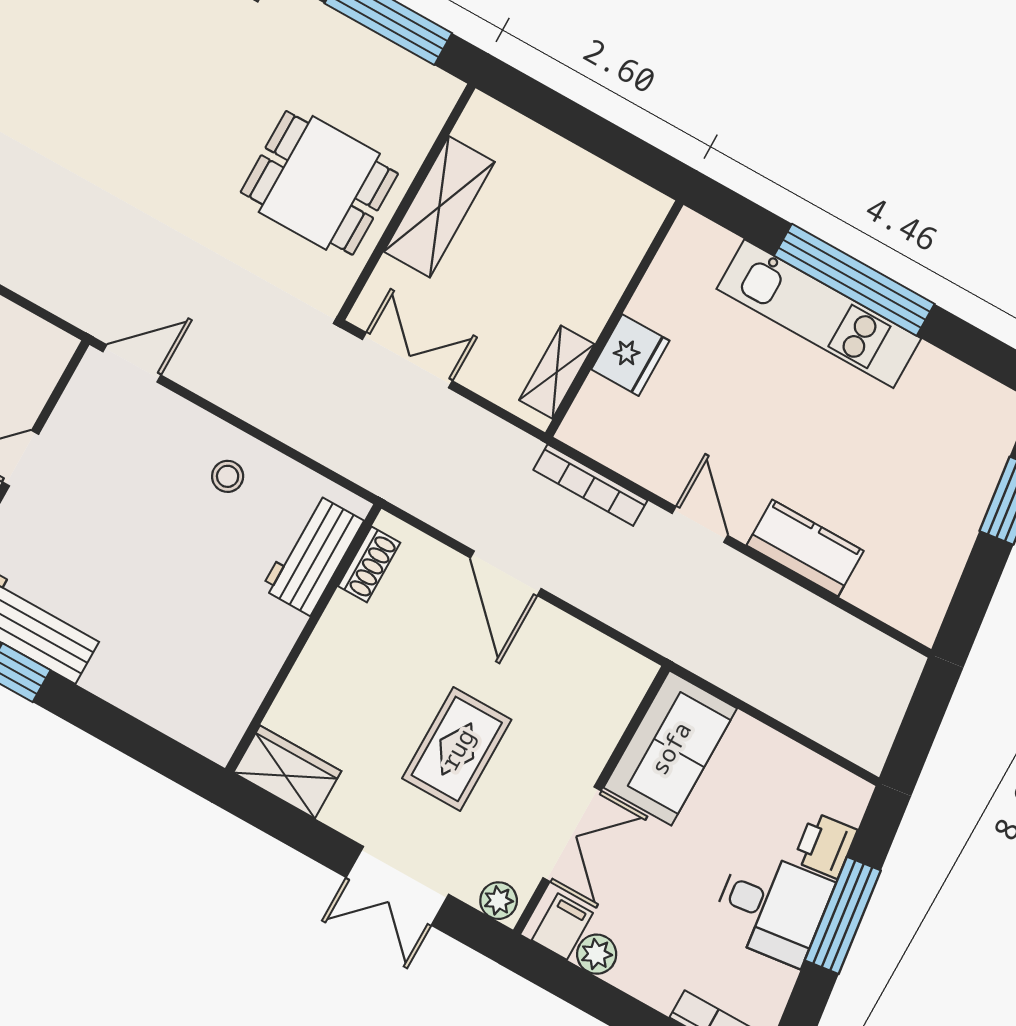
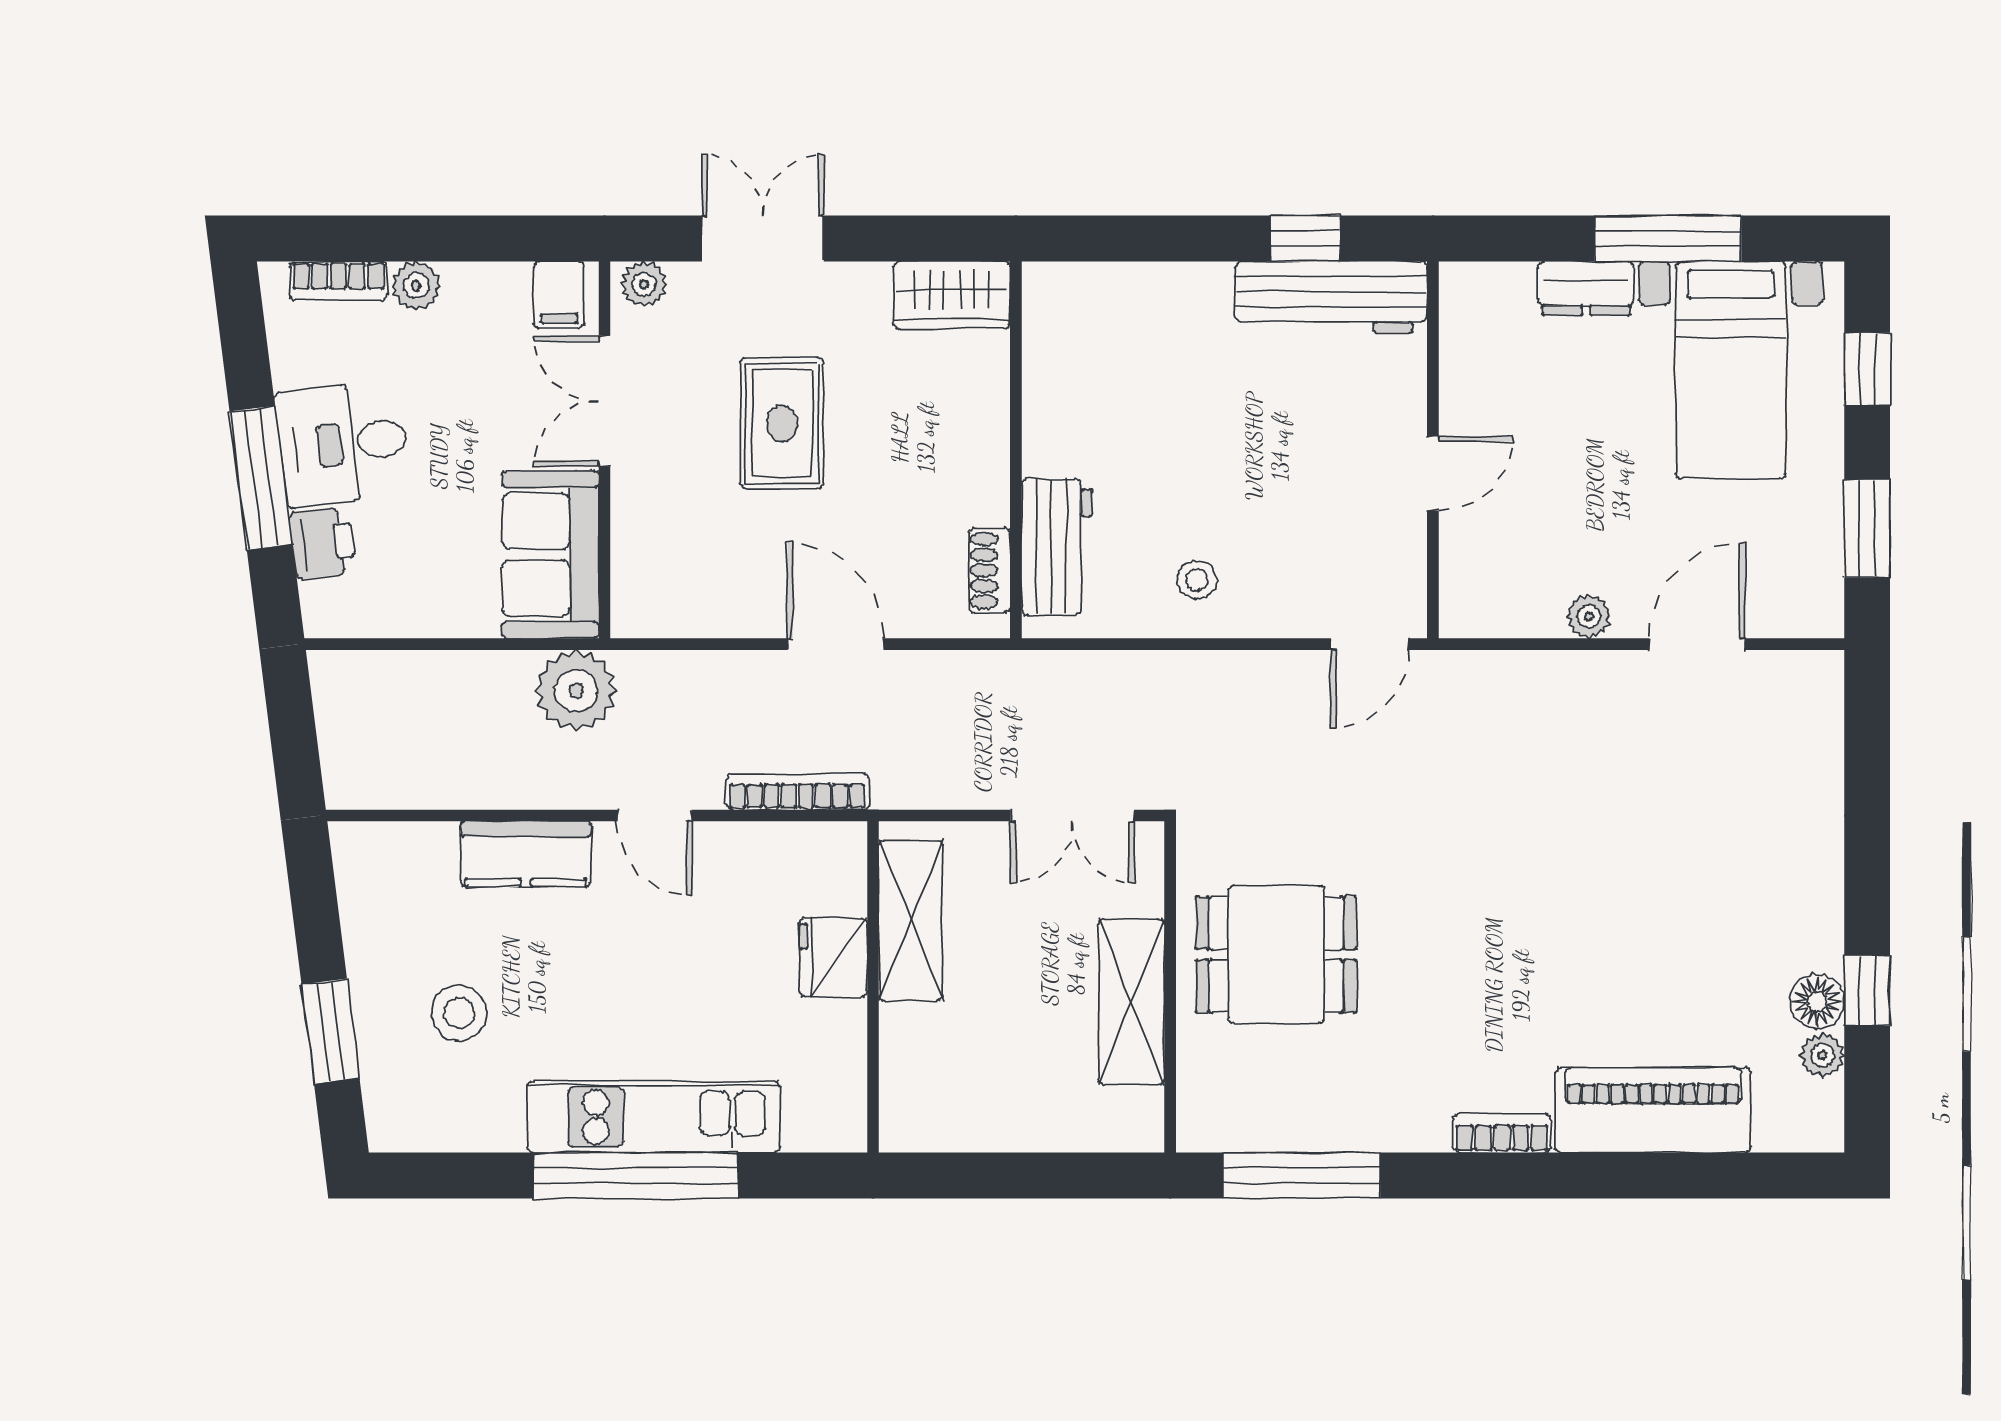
shelving: (557, 372) -> (911, 920), width x1.50, depth x1.33
stool: (914, 463) -> (459, 1013), added
plant: (706, 643) -> (576, 690), added
plant: (597, 954) -> (416, 286), moved

